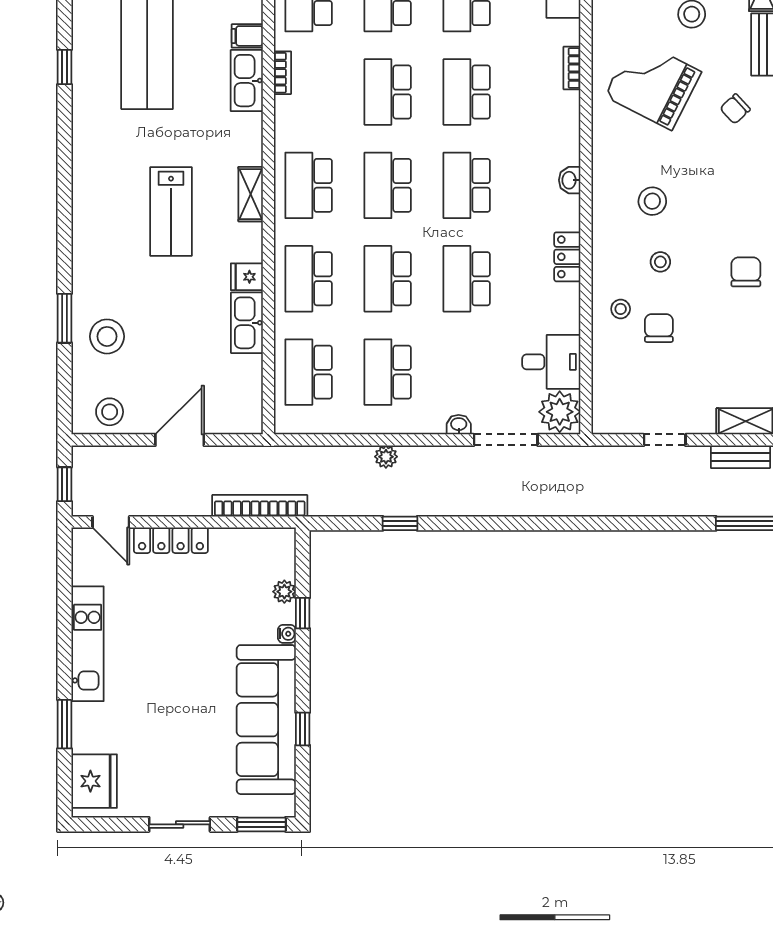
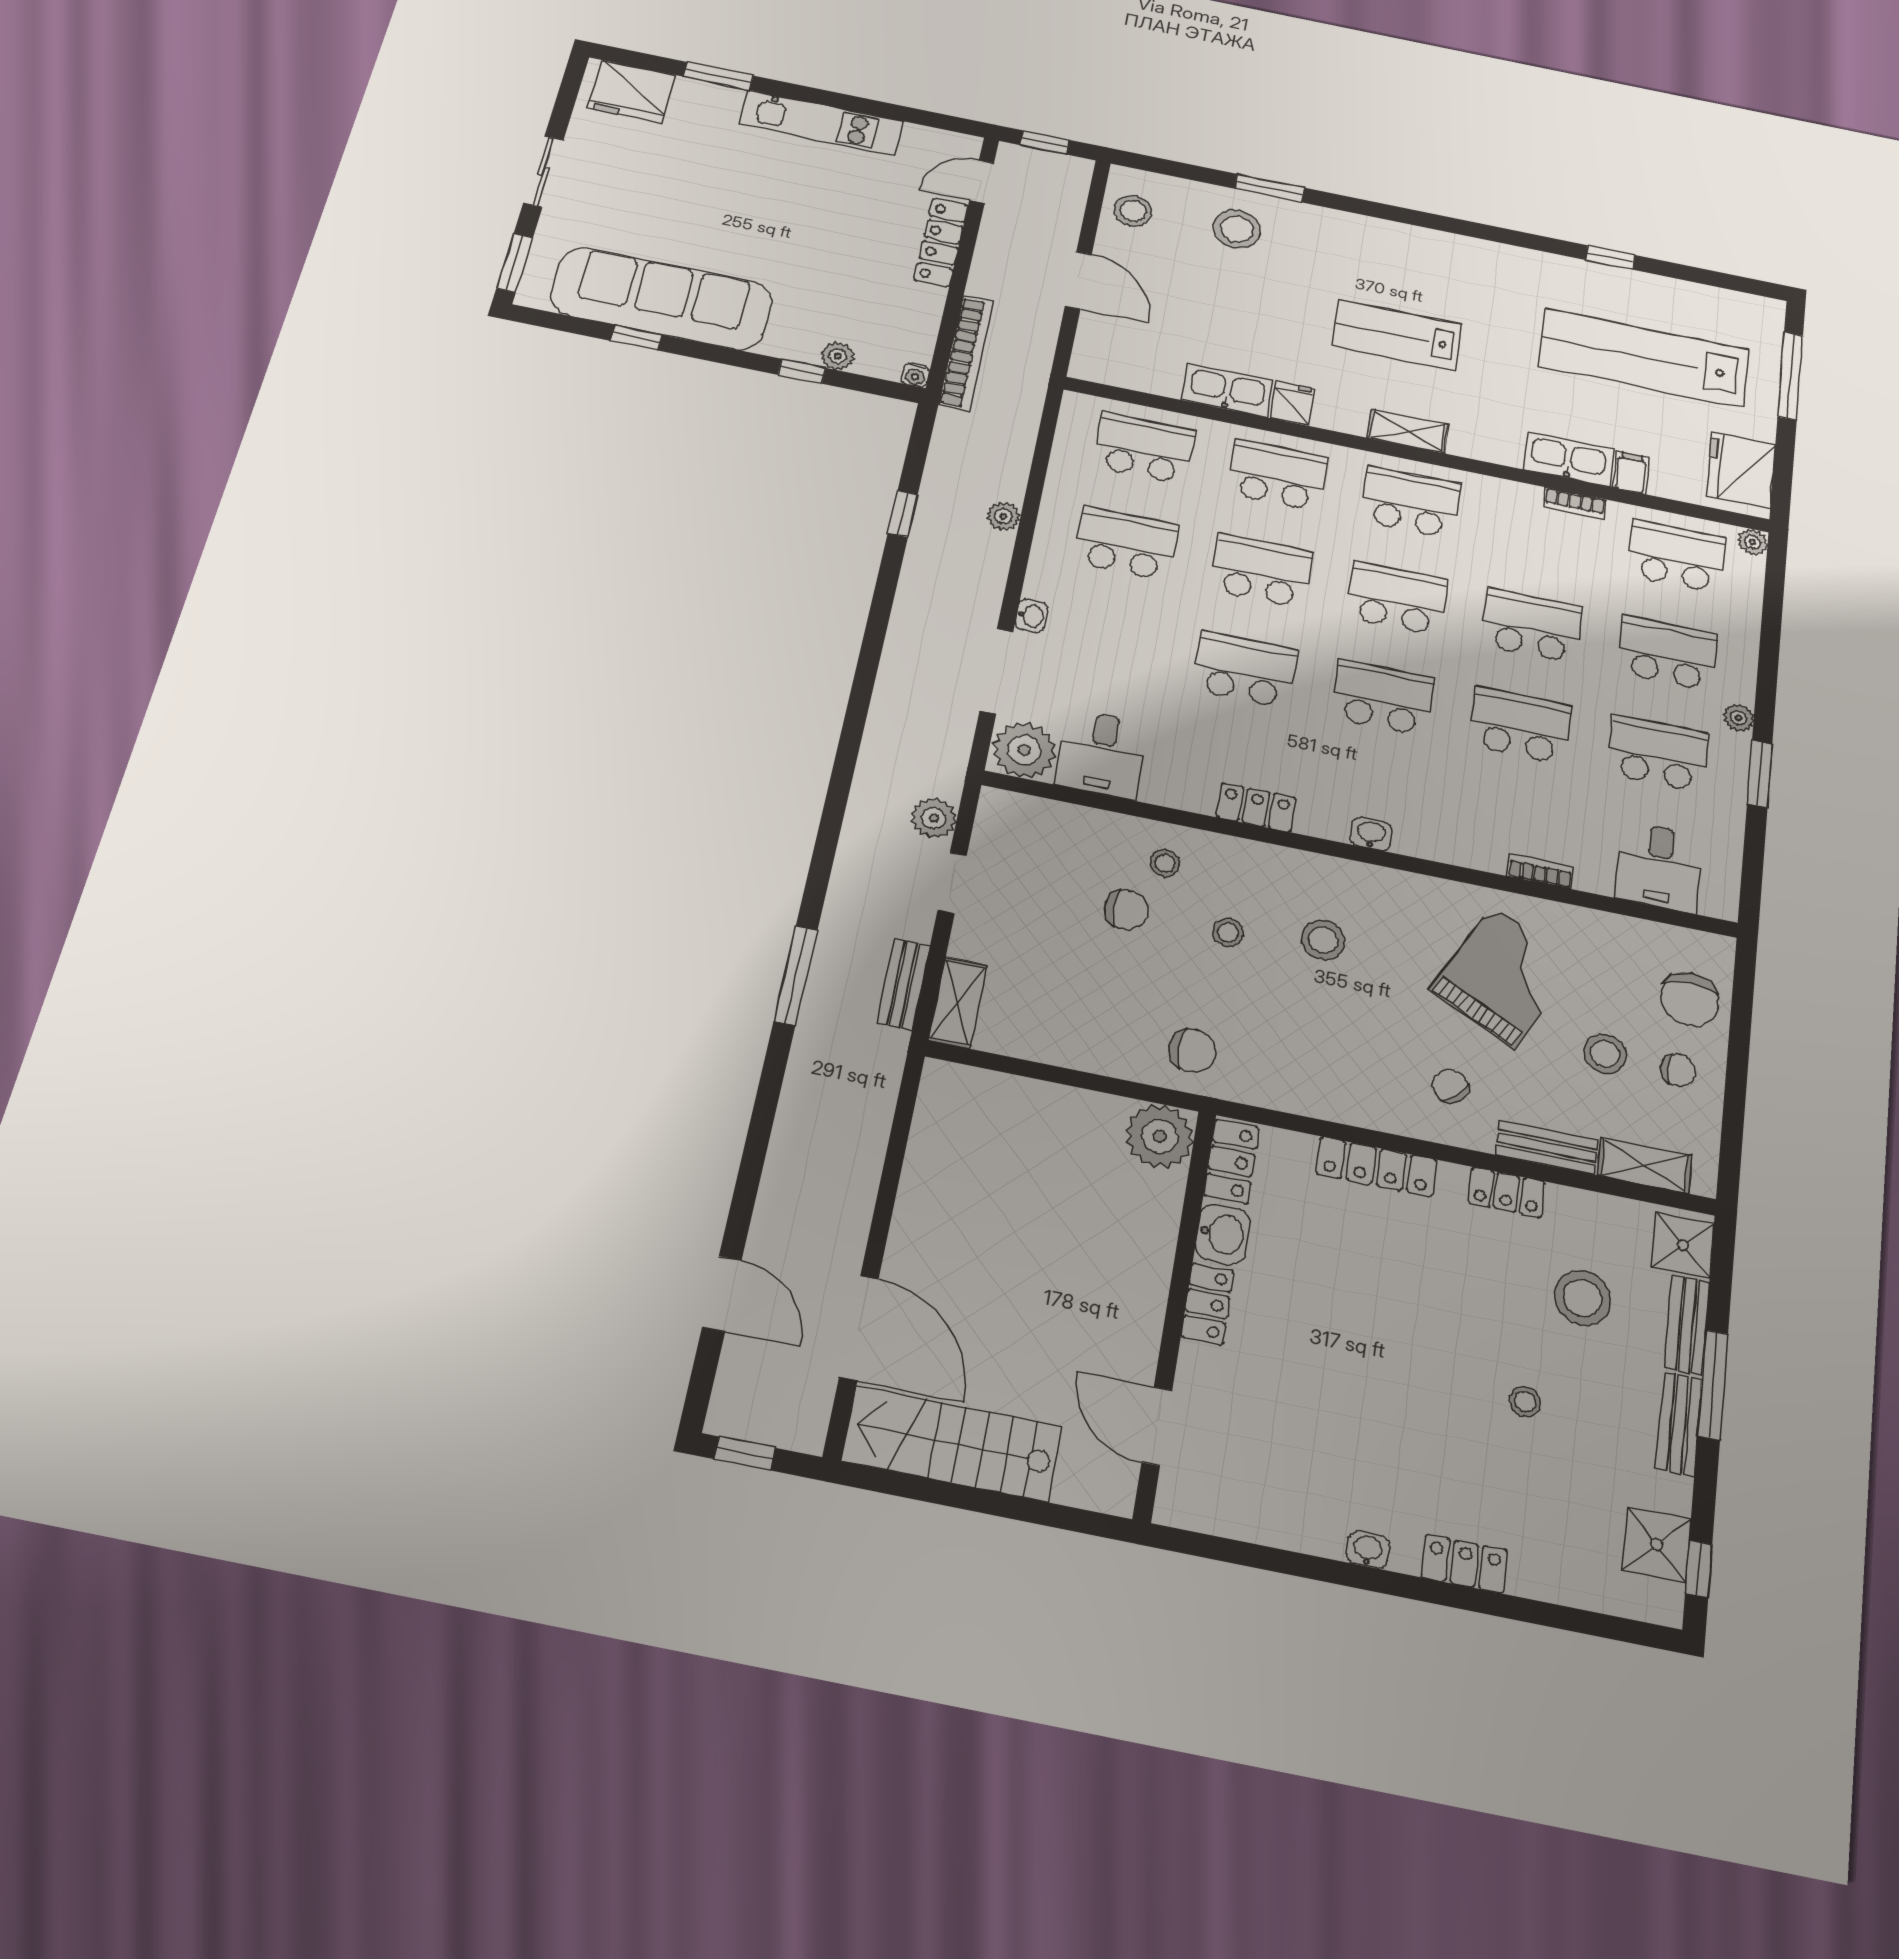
plant: (622, 460) -> (934, 818), added
water cooler: (287, 634) -> (915, 375), moved

